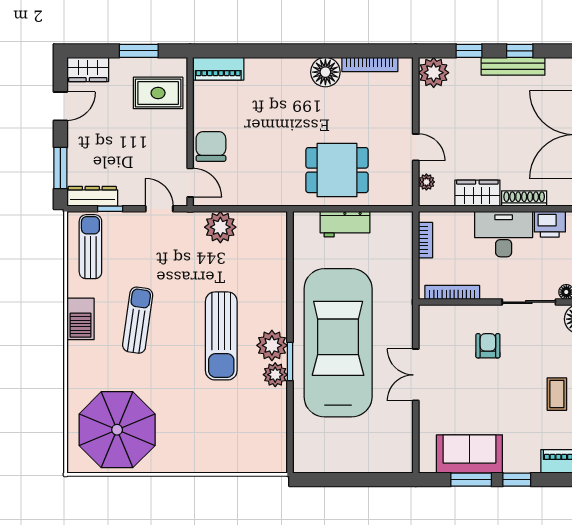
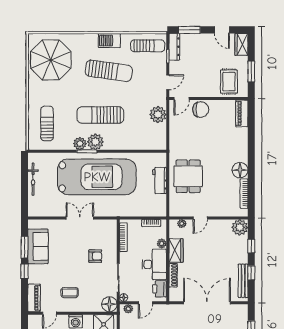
bench: (513, 66) -> (243, 281), moved
plant: (464, 220) -> (162, 244), added
sun lounger: (138, 320) -> (109, 71), width x1.36, depth x1.34
sun lounger: (237, 437) -> (47, 123), added
bicycle: (343, 463) -> (33, 179), added

